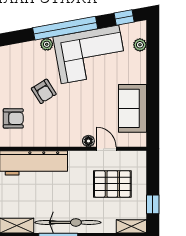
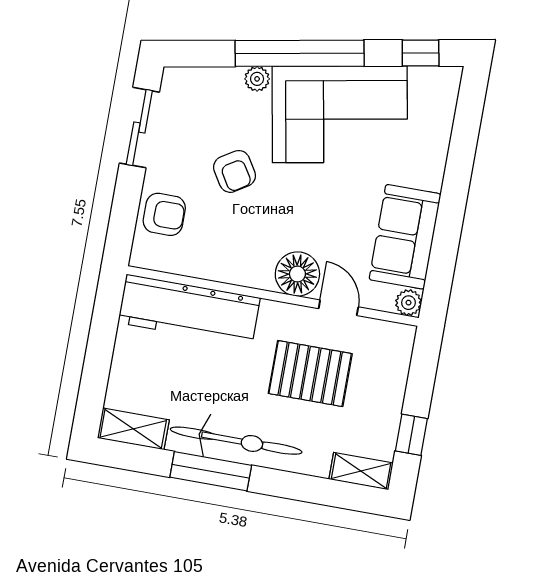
plant: (140, 45) -> (408, 303), moved
floor lamp: (88, 141) -> (297, 274), width x1.89, depth x1.89
pallet: (112, 184) -> (310, 374), moved

